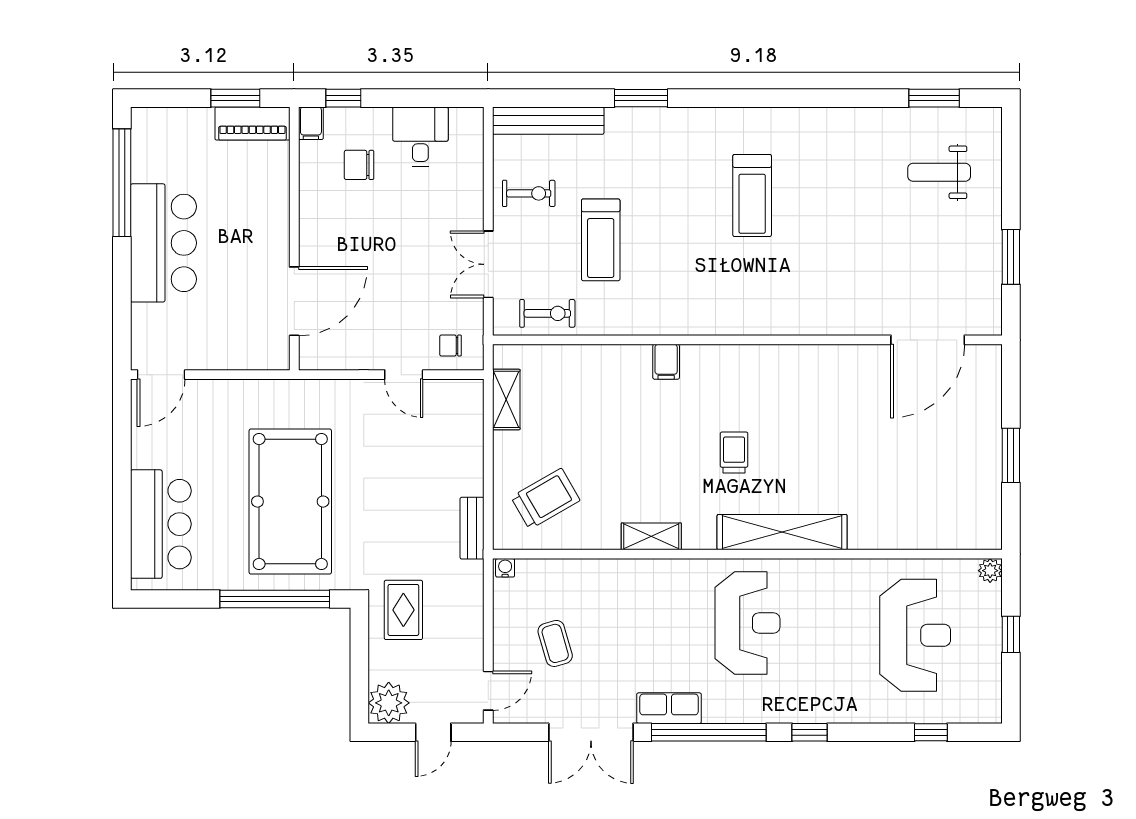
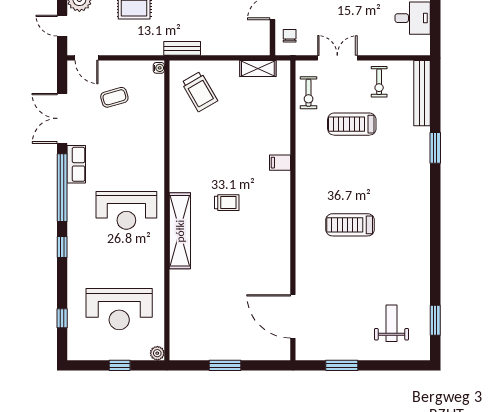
treadmill: (752, 196) -> (350, 225), moved
shelving: (651, 536) -> (177, 154), removed

